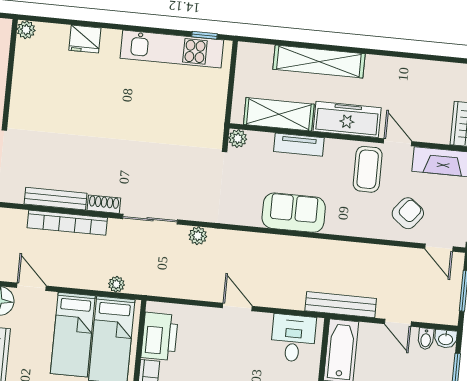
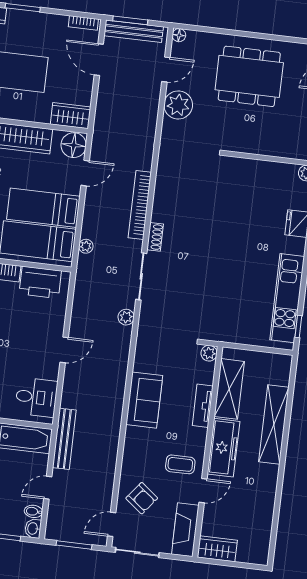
coffee table: (368, 169) -> (180, 464), width x0.73, depth x0.77
bench: (56, 199) -> (161, 195), removed

